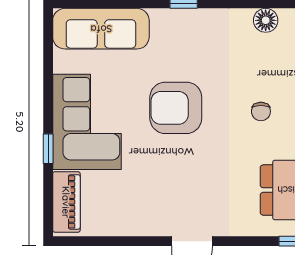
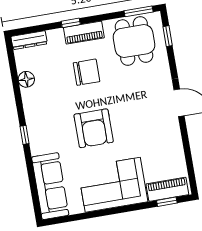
chair: (261, 111) -> (86, 72), width x1.87, depth x1.87
window: (48, 149) -> (167, 202), moved

